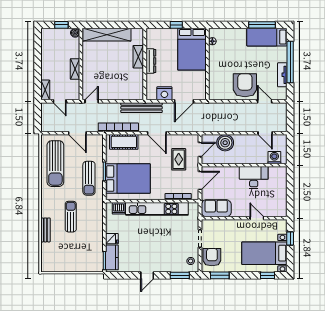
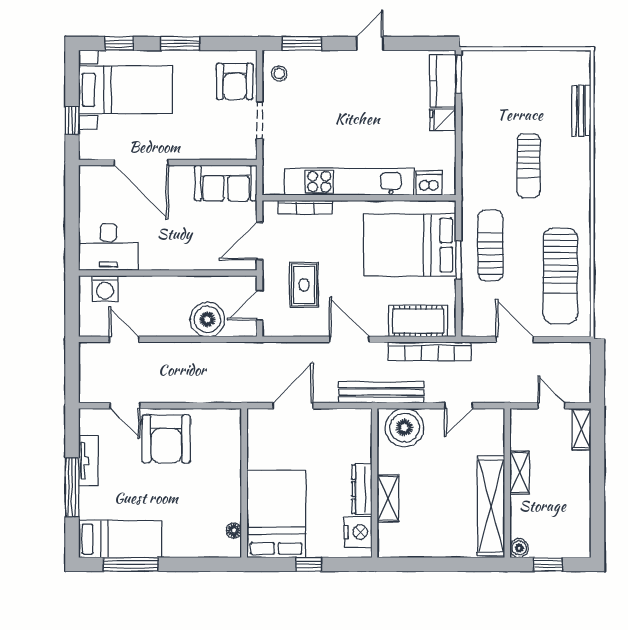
shelving: (107, 35) -> (491, 506), moved, turned 90
window: (290, 62) -> (72, 487), width x0.68
boiler: (130, 91) -> (404, 428), added
nightstand: (164, 93) -> (358, 532), moved, turned 90
door: (92, 101) -> (459, 406), moved
sun lounger: (55, 164) -> (560, 276), turned 180
desk: (254, 178) -> (108, 247), moved
door: (257, 218) -> (141, 162), width x1.87
bench: (45, 230) -> (581, 111), moved
window: (220, 275) -> (180, 43), moved

